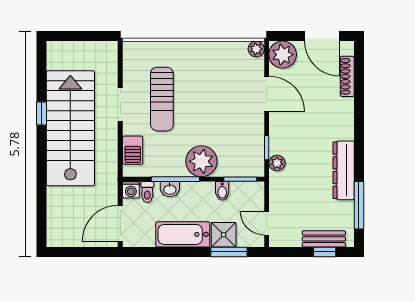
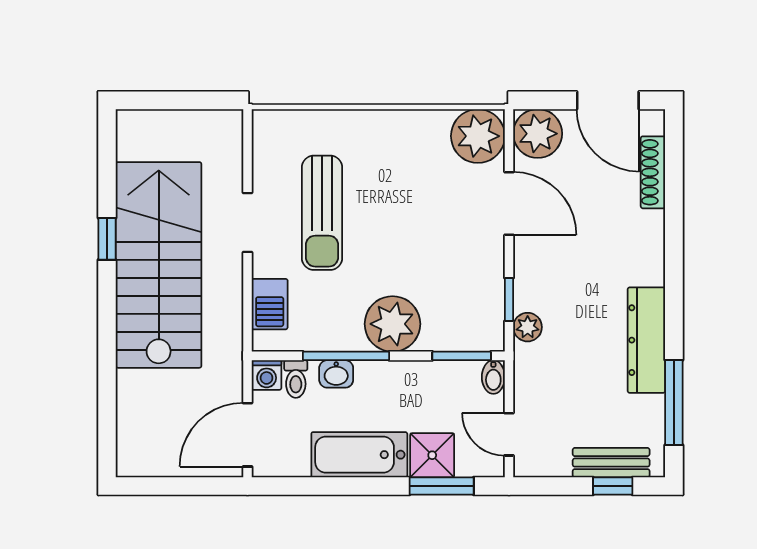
plant: (256, 49) -> (478, 136), width x1.88, depth x1.88
bidet: (222, 191) -> (493, 377), moved

